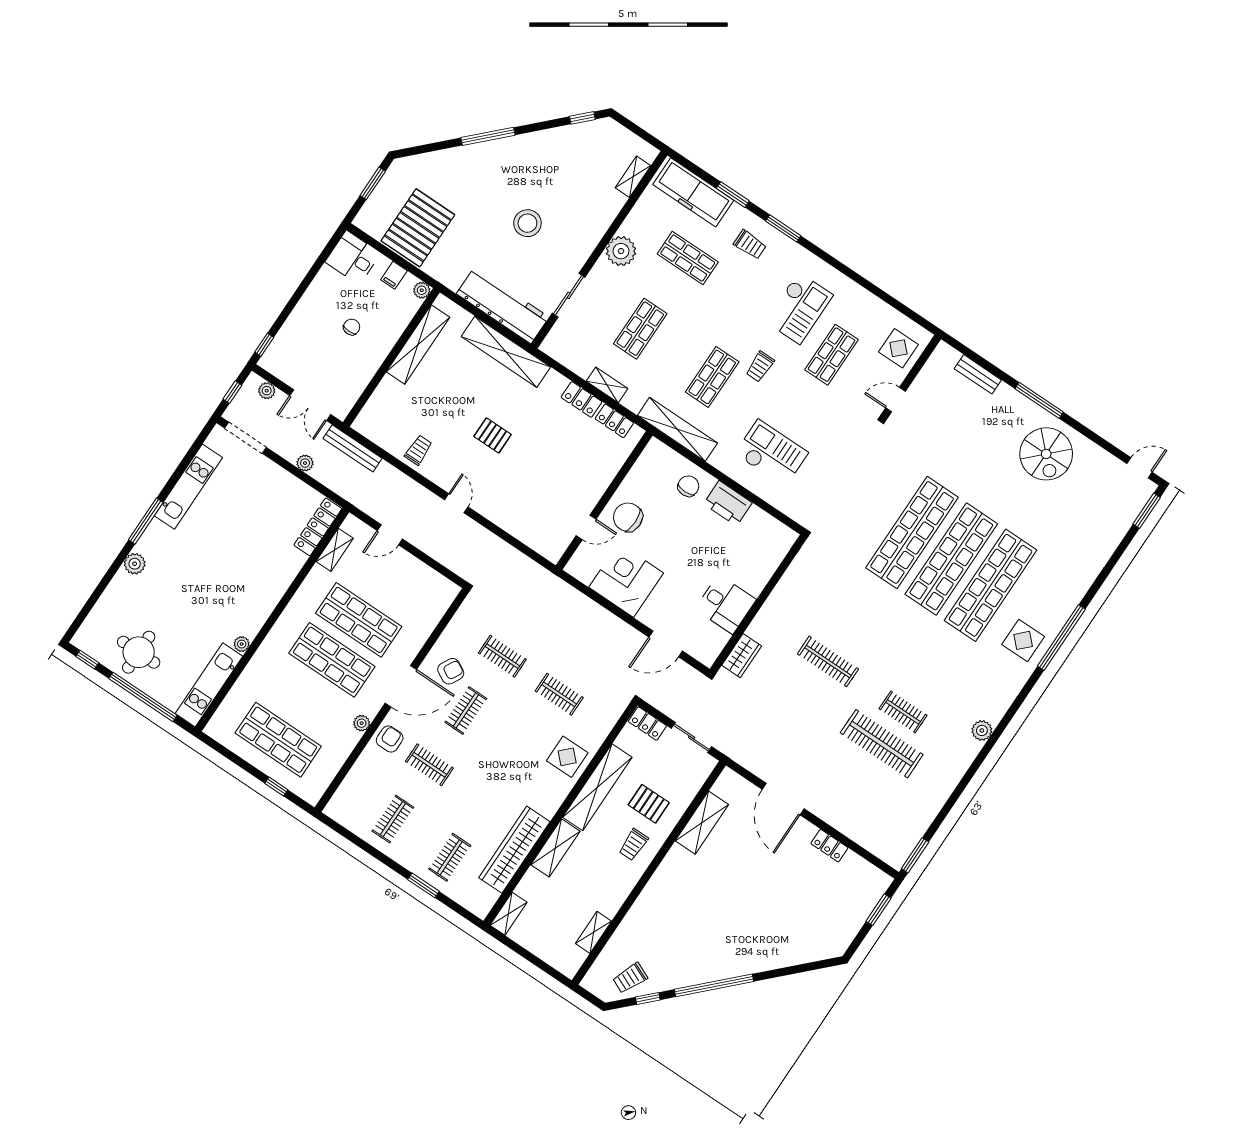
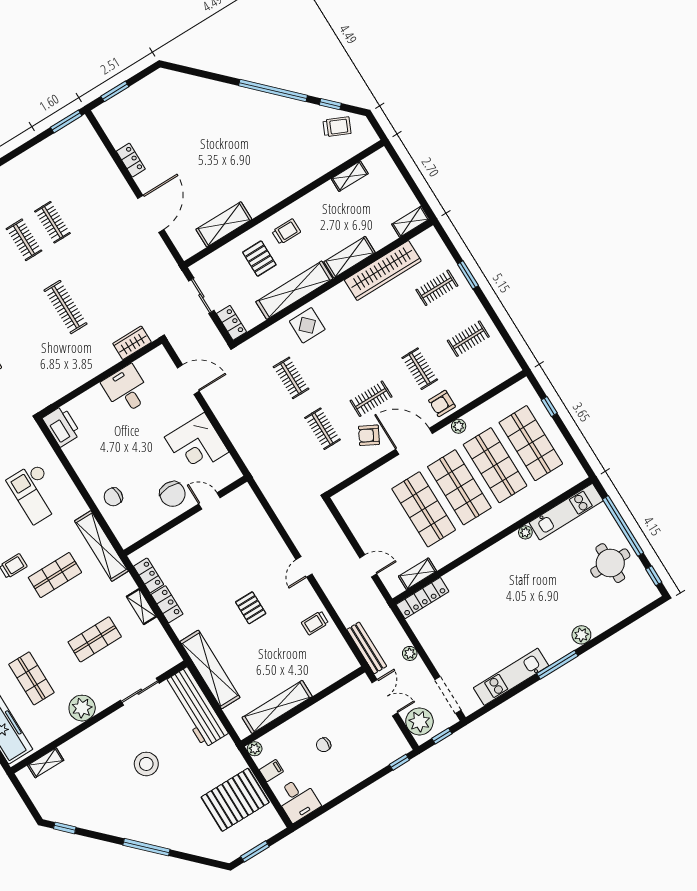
plant: (267, 391) -> (419, 721), width x1.87, depth x1.87
printer: (728, 503) -> (62, 426), moved
shop shelf: (305, 700) -> (495, 465), added
clothes rail: (882, 744) -> (52, 222), width x0.54, depth x0.76

